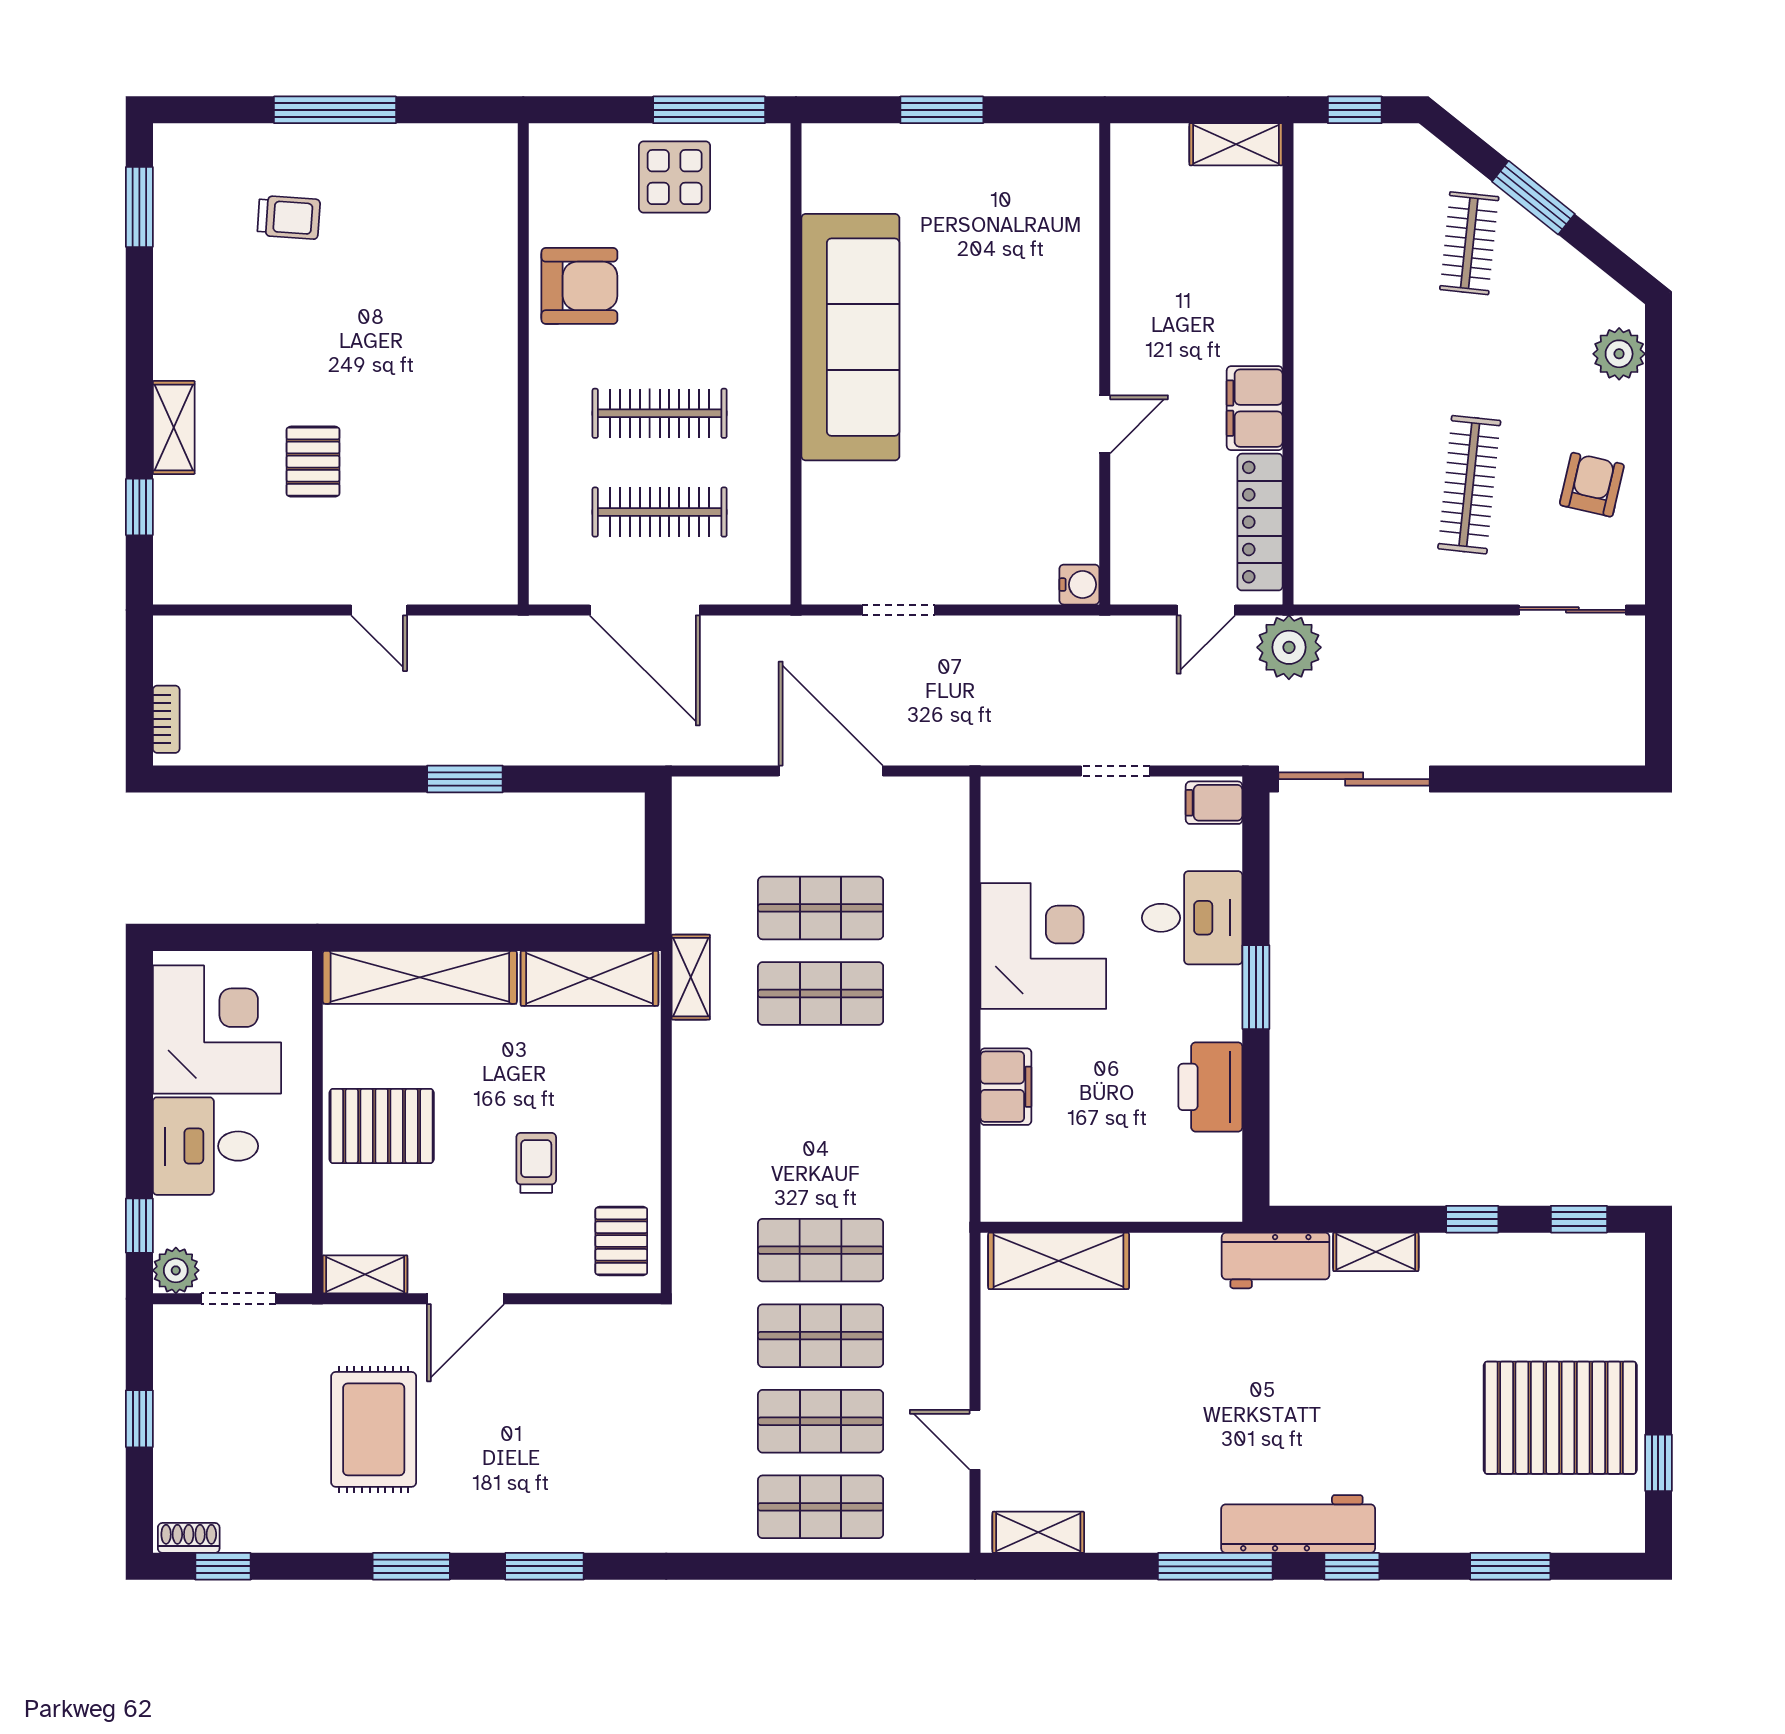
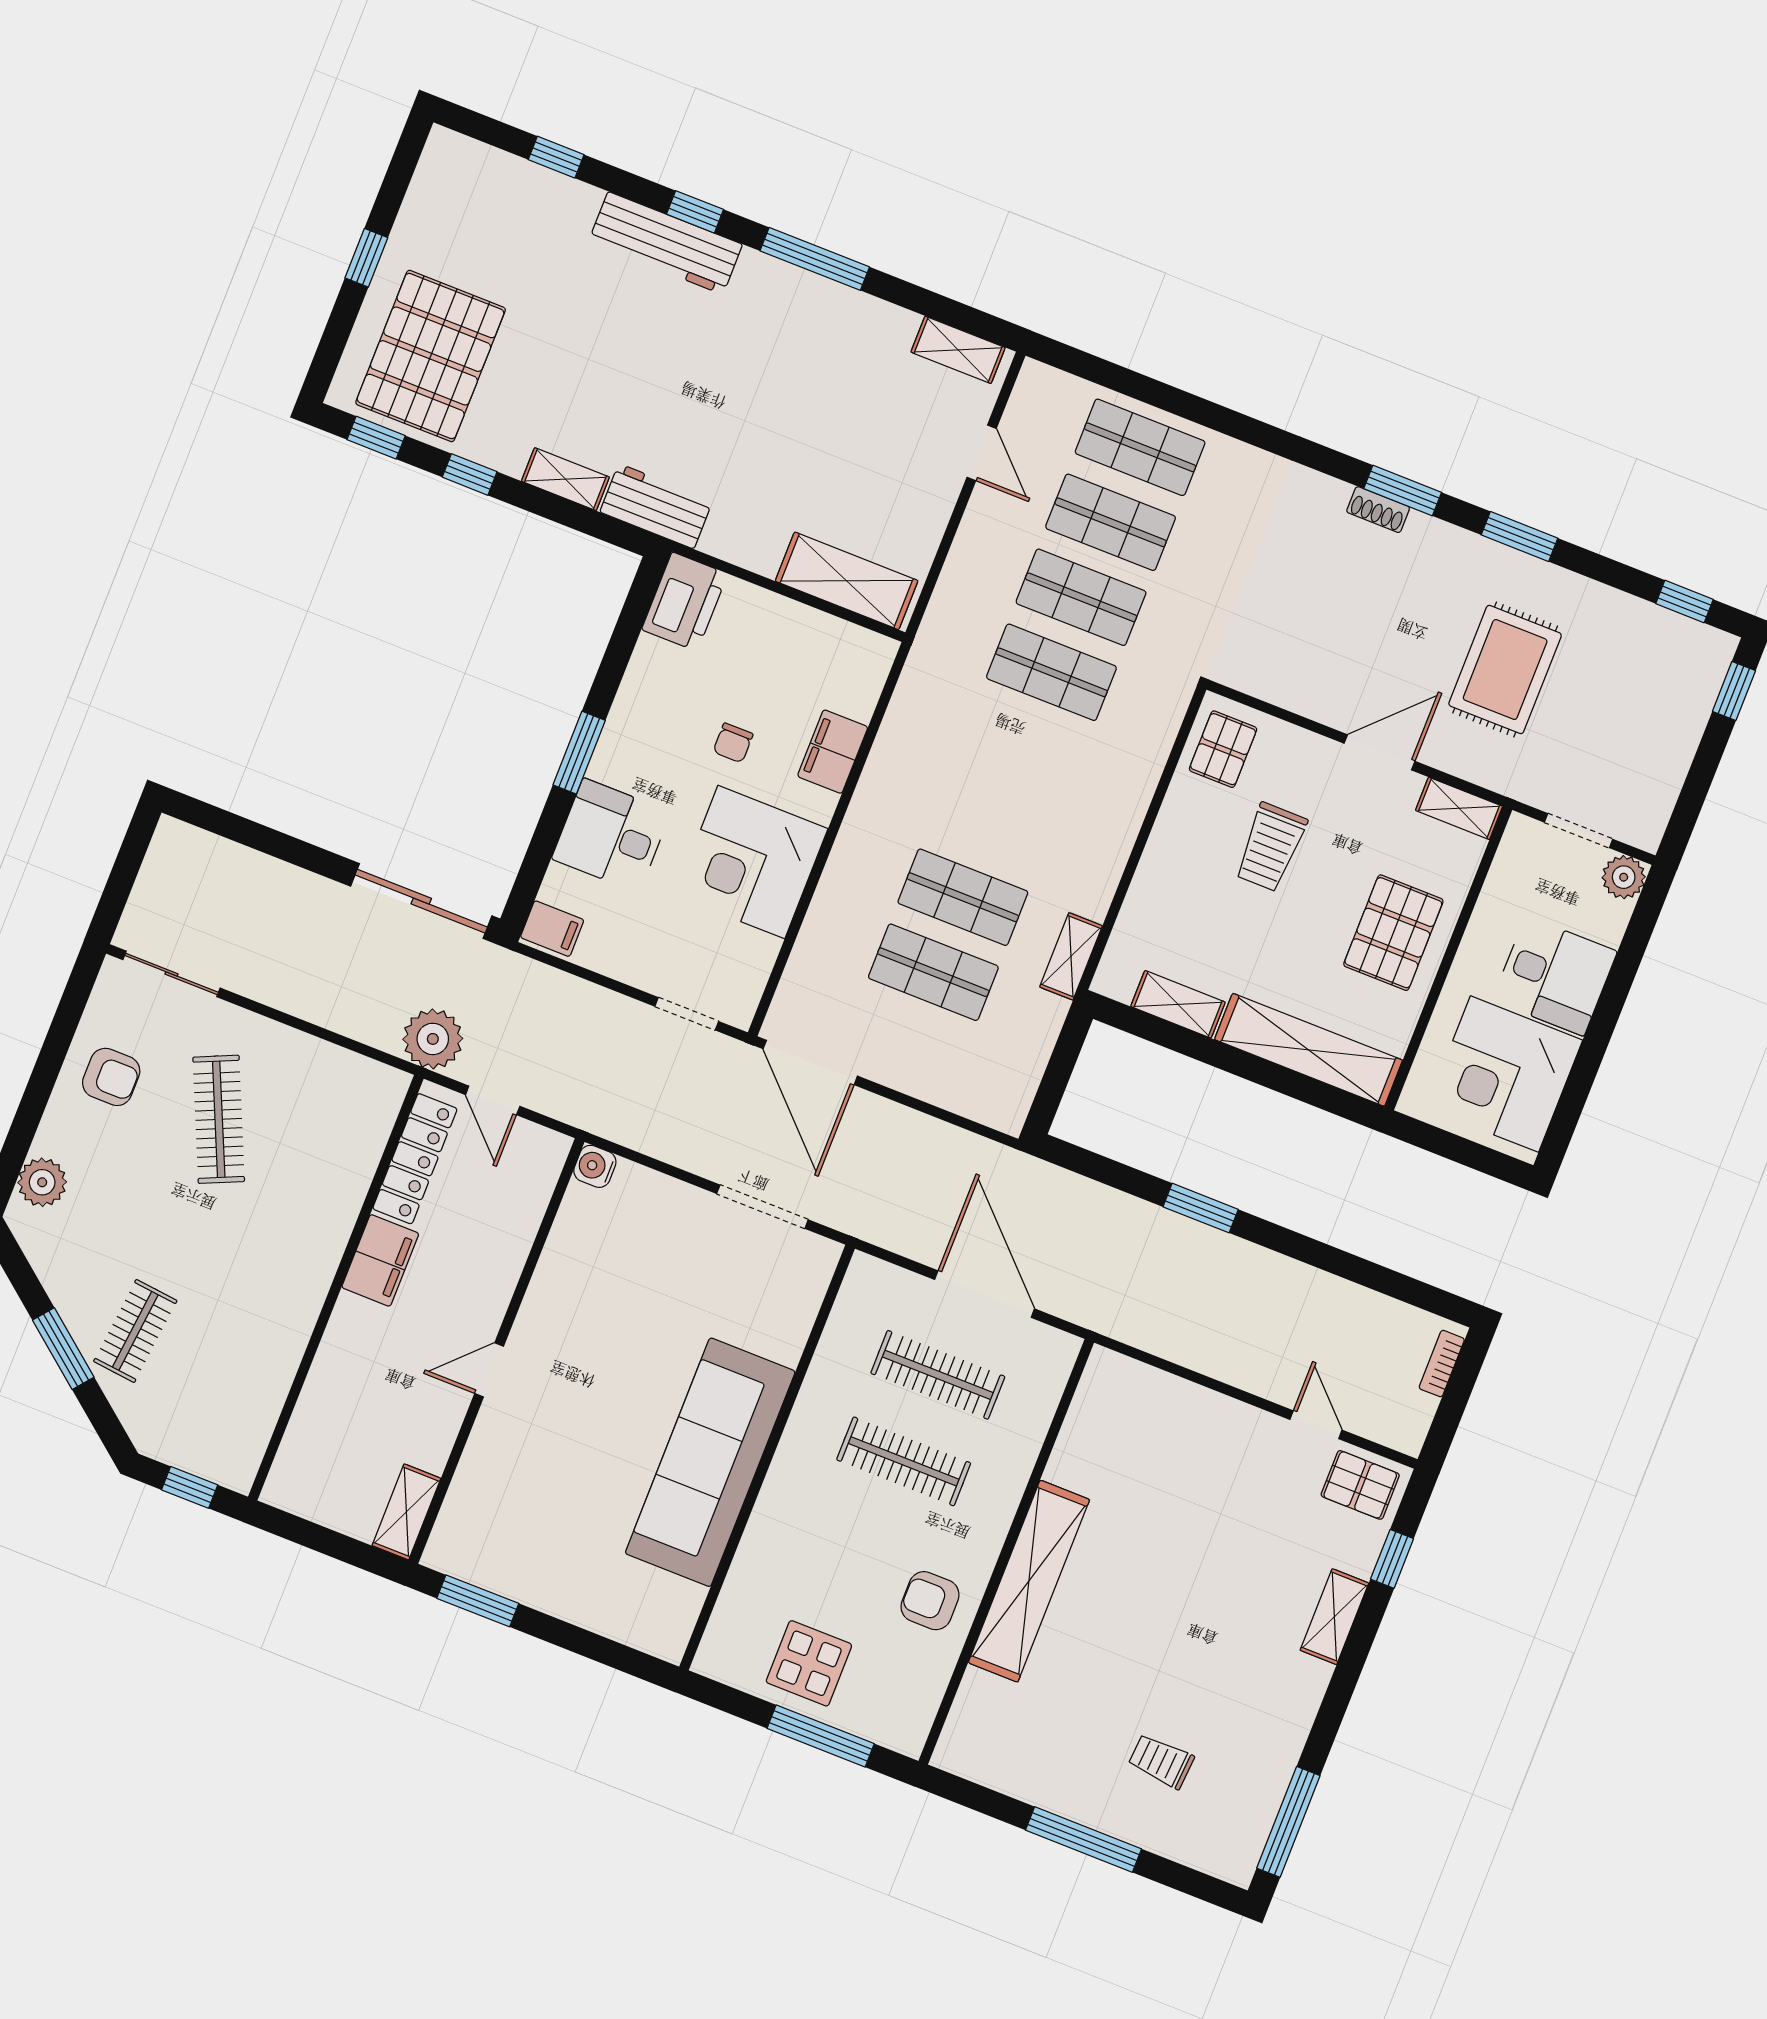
window: (709, 110) -> (821, 1736), moved
window: (942, 110) -> (478, 1601), moved
shelving: (1236, 144) -> (406, 1512), moved, turned 90
window: (139, 207) -> (1288, 1822), width x1.44
armchair: (579, 286) -> (930, 1601), width x0.72, depth x0.72
shelving: (489, 344) -> (1029, 1581), added
door: (1105, 424) -> (489, 1370), moved
pallet: (313, 462) -> (1360, 1485), moved, turned 90
clothes rail: (1469, 485) -> (219, 1119), turned -30
armchair: (1592, 485) -> (111, 1077), turned -103
door: (379, 610) -> (1316, 1425), moved
doorway: (898, 610) -> (762, 1207), width x1.38
door: (1206, 610) -> (493, 1100), swing flipped
door: (831, 771) -> (810, 1062), moved
doorway: (1116, 771) -> (687, 1014), moved
shelving: (589, 978) -> (1178, 1004), width x0.67, depth x0.75
chair: (1108, 1057) -> (733, 743), added
printer: (1210, 1087) -> (685, 602), moved
pallet: (382, 1126) -> (1393, 933), turned 90
trolley: (536, 1163) -> (1271, 847), width x1.36, depth x1.39
window: (139, 1226) -> (1640, 929), removed
pallet: (1560, 1418) -> (431, 356), moved, turned 90
window: (139, 1419) -> (1734, 691), moved
window: (1658, 1463) -> (366, 258), moved
workbench: (1298, 1524) -> (665, 243), moved
shoe rack: (189, 1538) -> (1378, 510), moved
window: (1510, 1566) -> (556, 157), width x0.67

